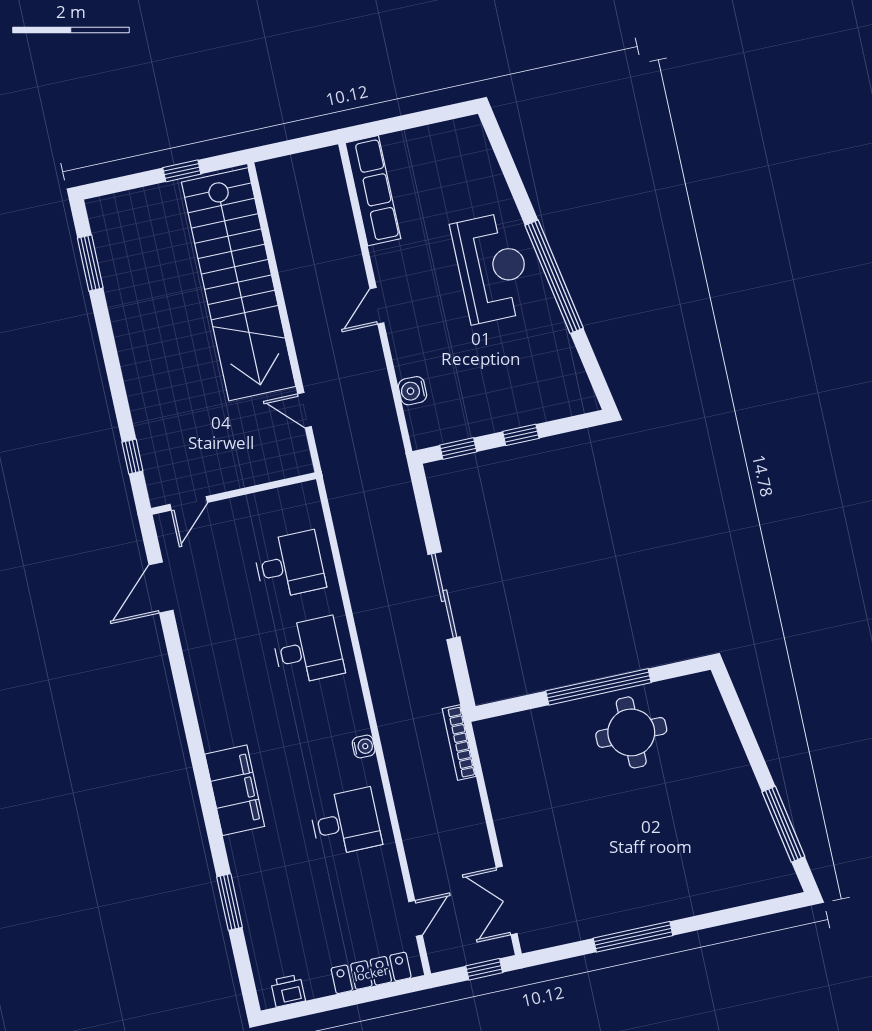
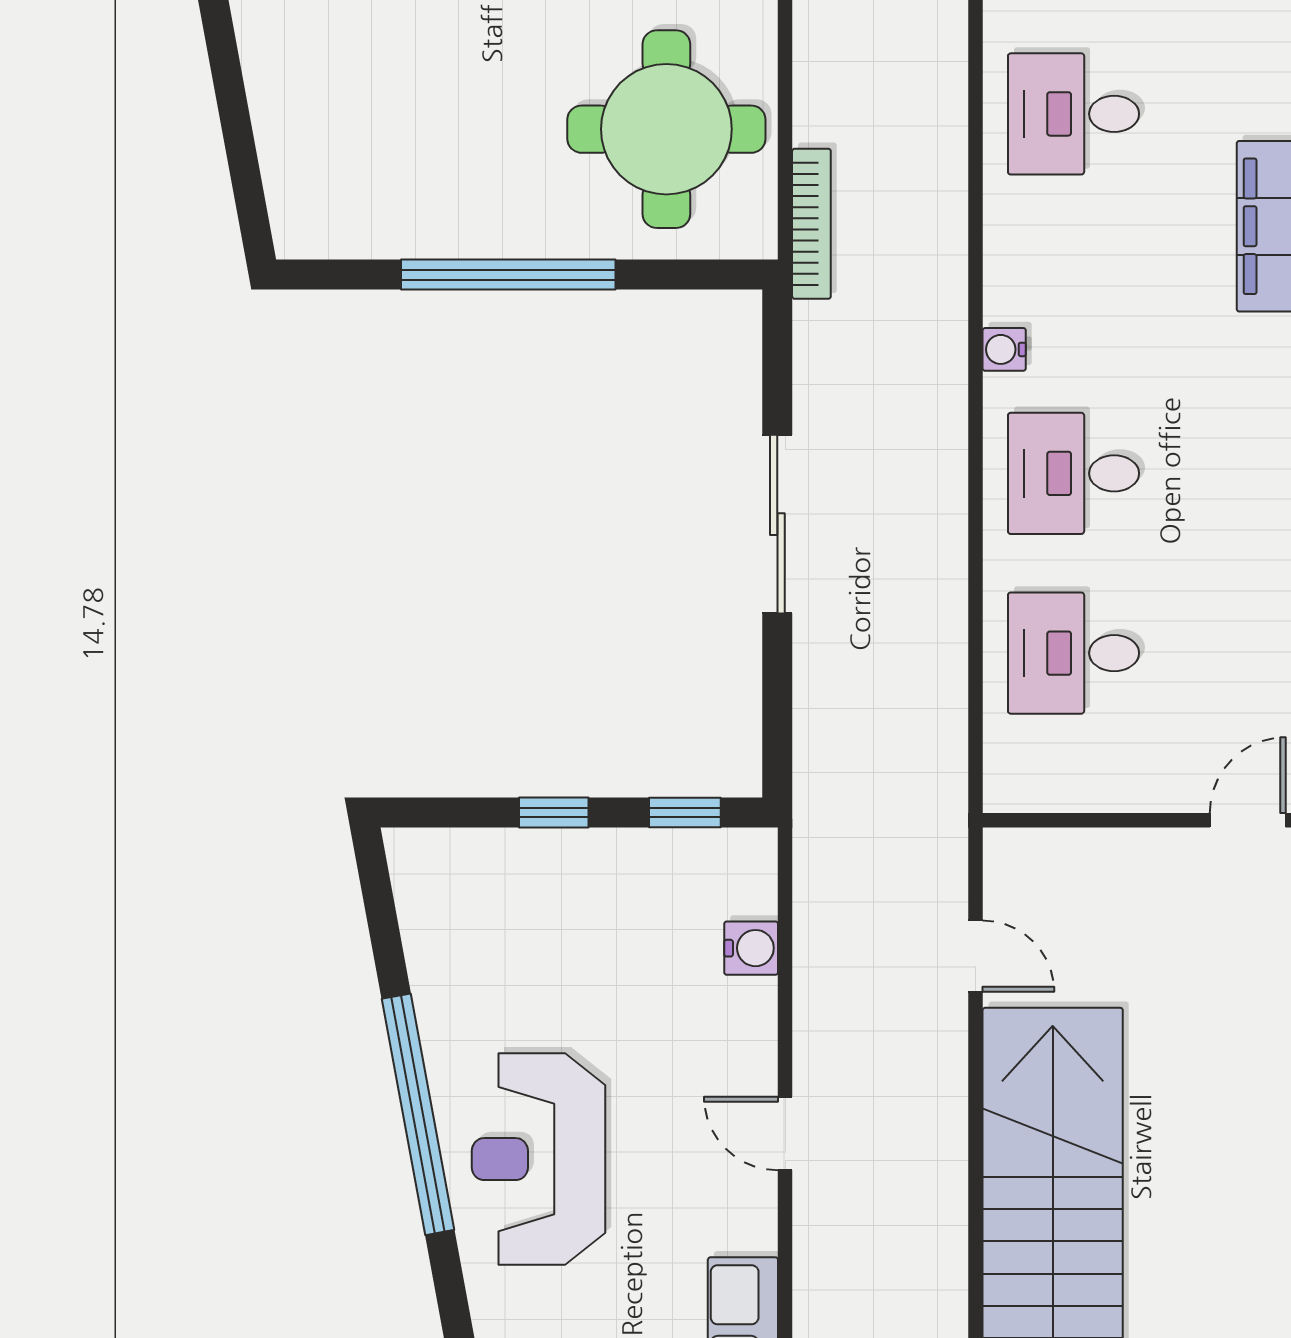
door: (377, 306) -> (785, 1133), swing flipped
round table: (631, 732) -> (666, 129), moved, width x1.36, depth x1.36
water cooler: (364, 746) -> (1004, 349), moved

